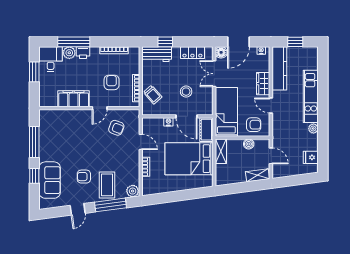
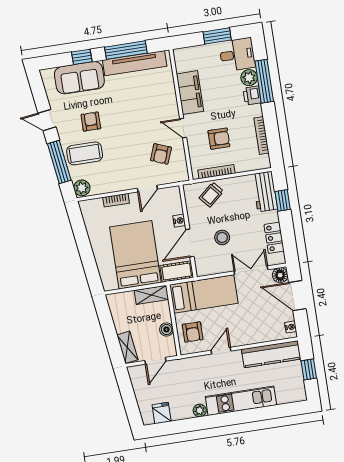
wardrobe: (263, 84) -> (248, 336), removed
tv unit: (45, 137) -> (135, 63), added

